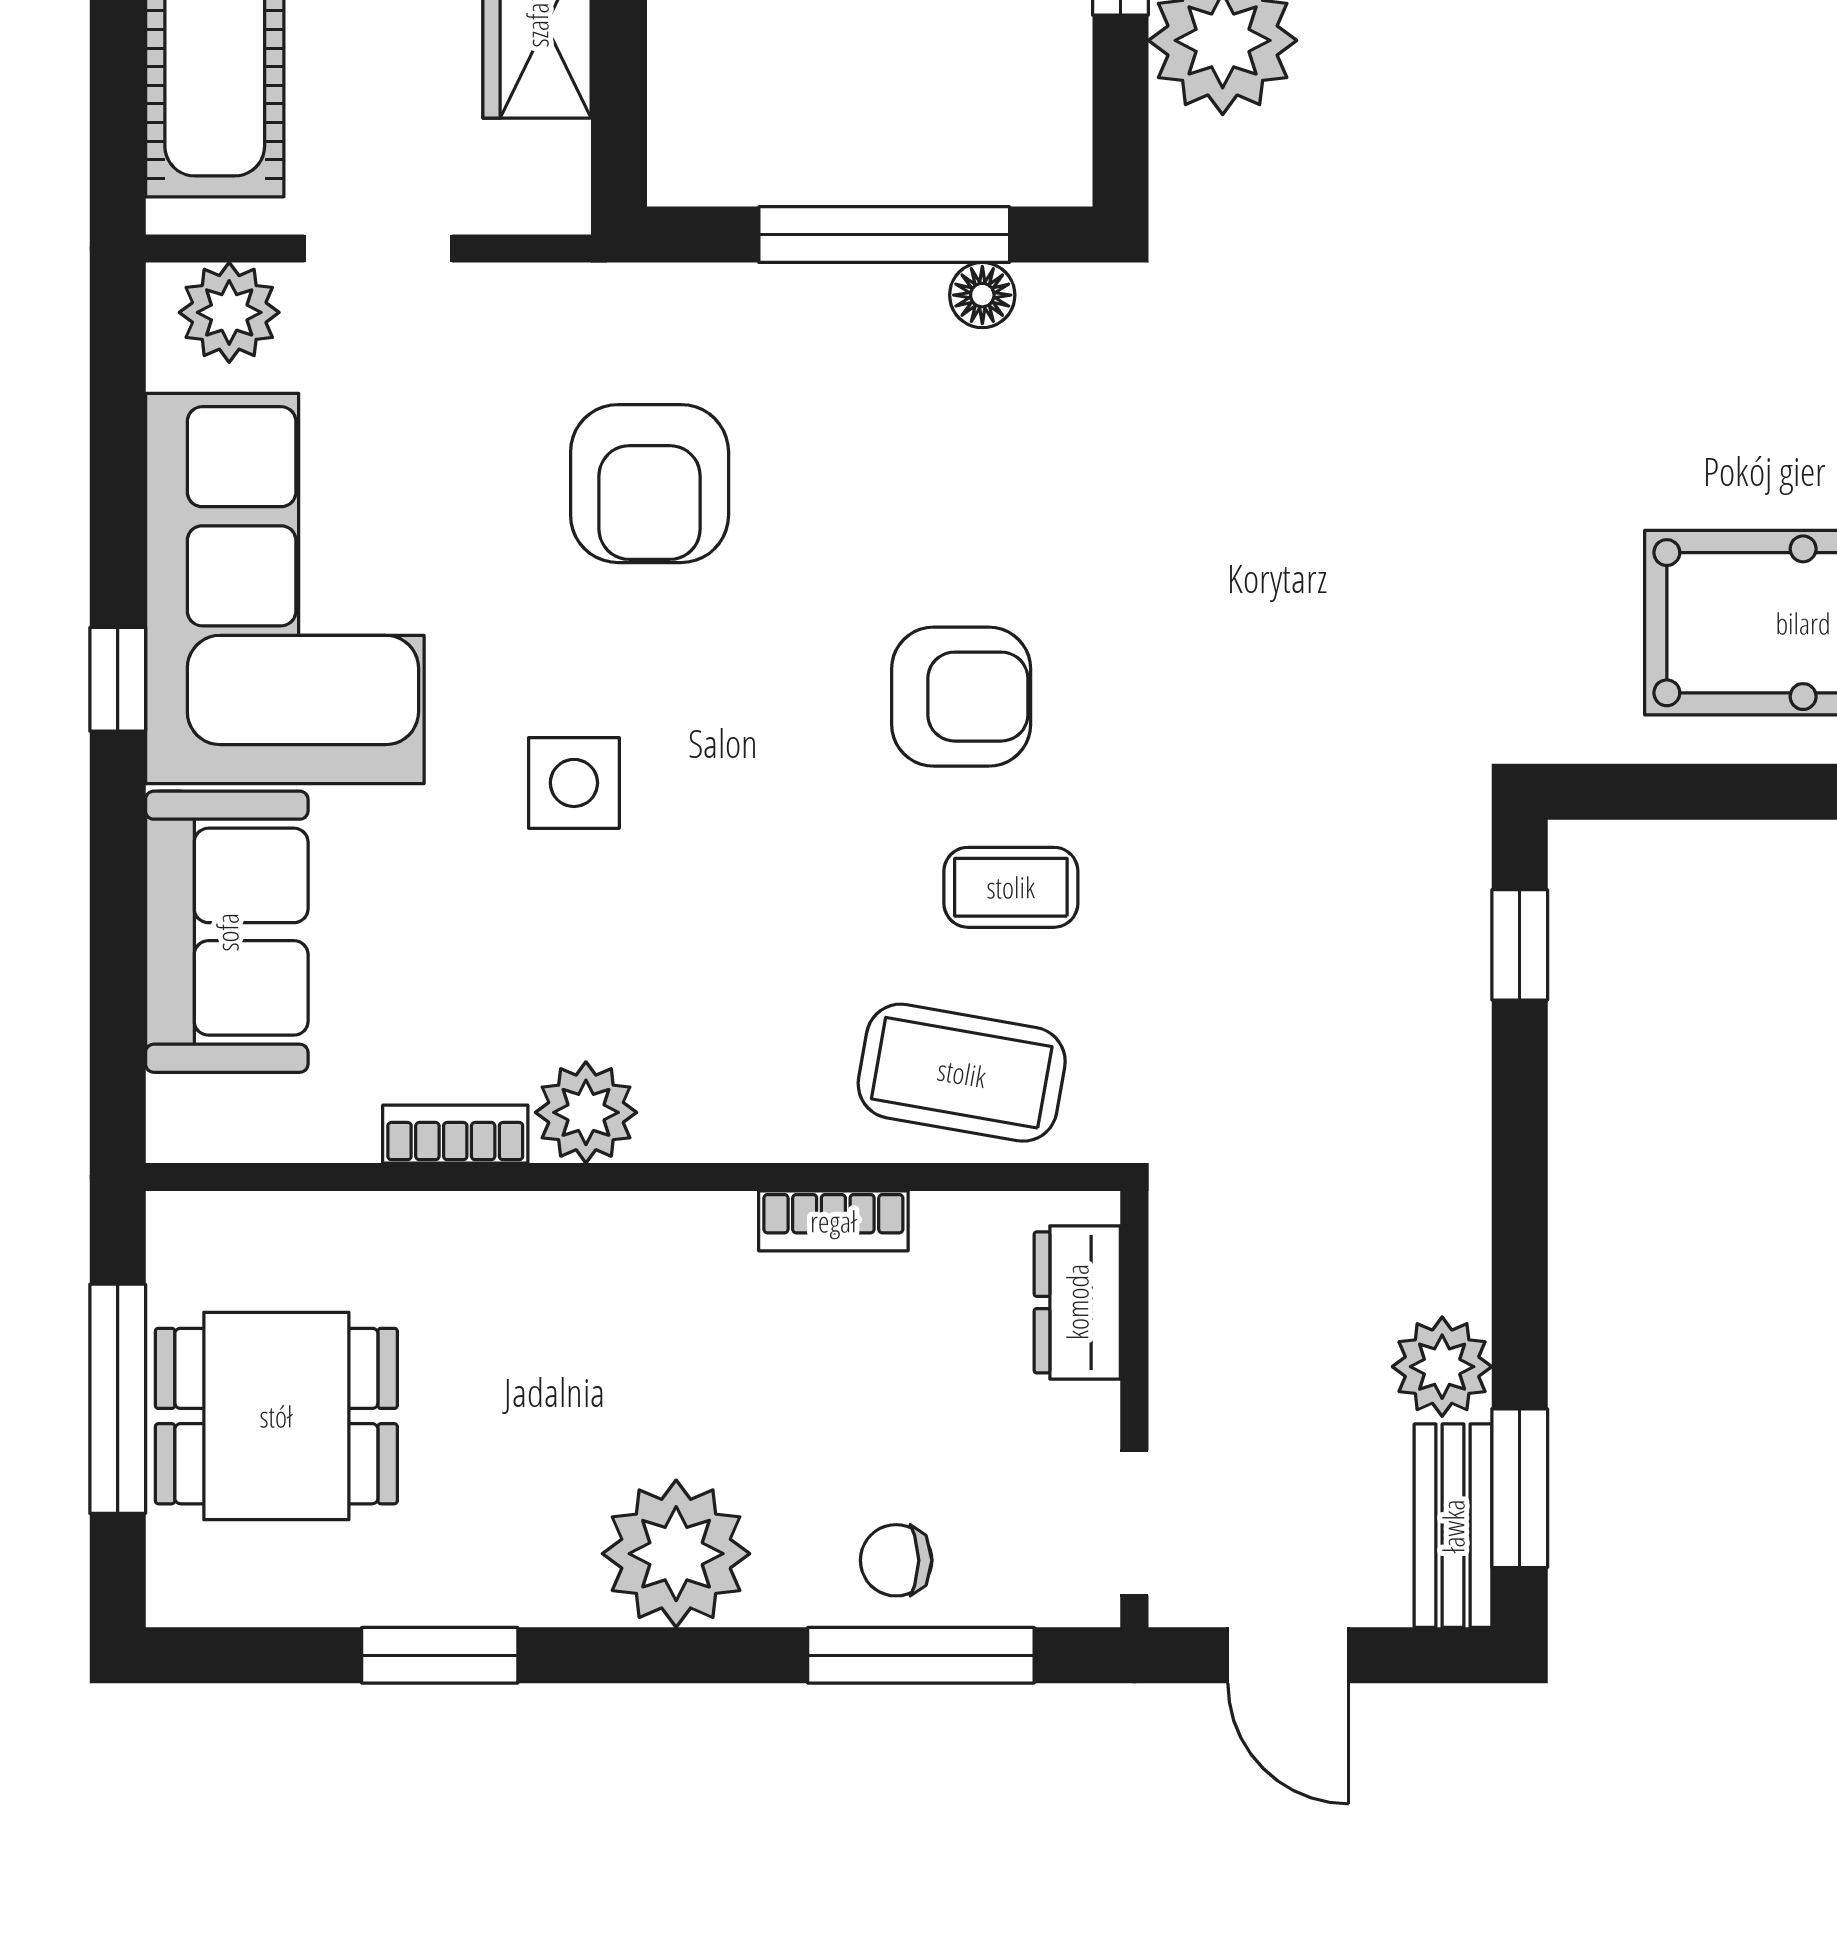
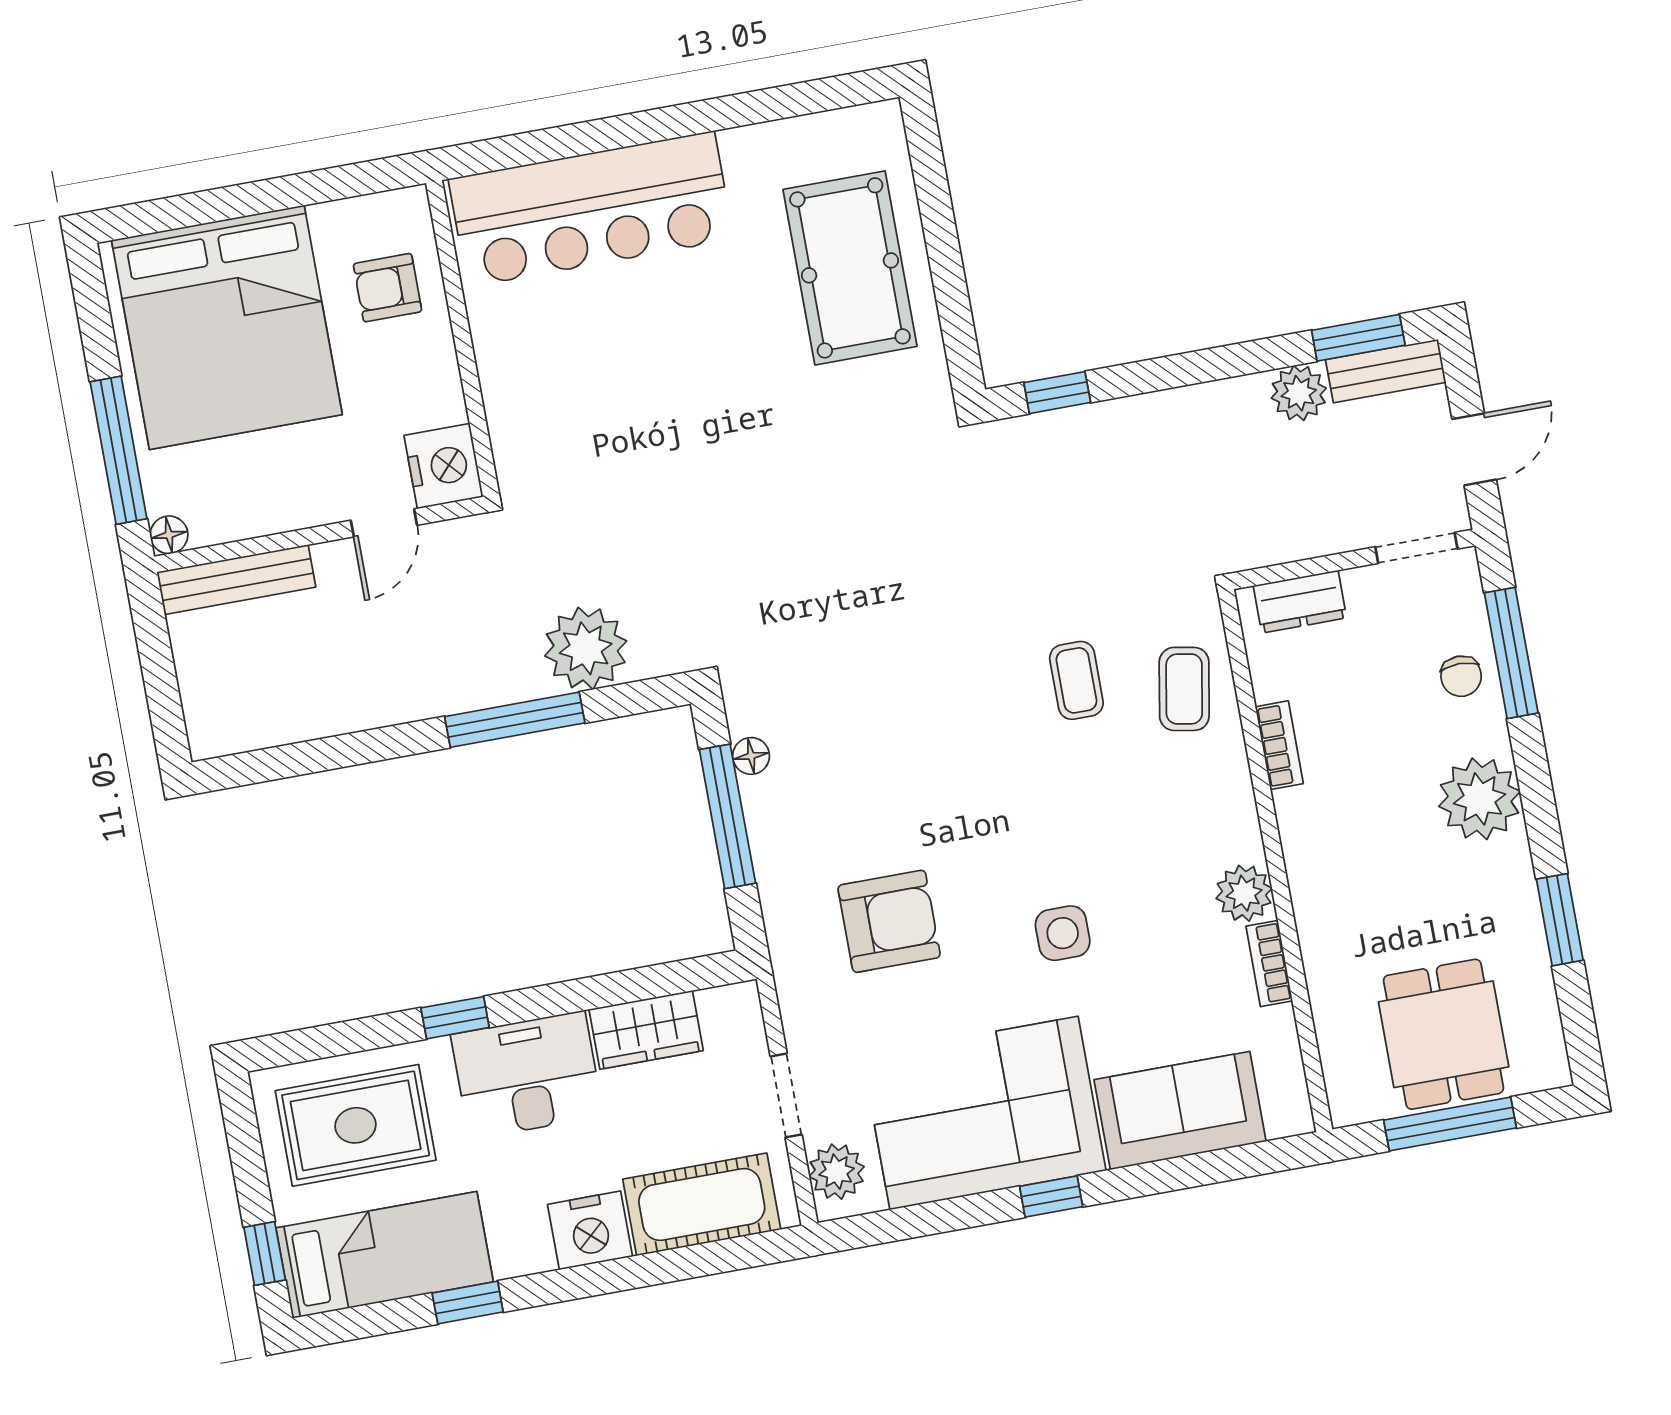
armchair: (961, 697) -> (976, 727), removed
coffee table: (962, 1073) -> (1184, 689), width x0.73, depth x0.77

